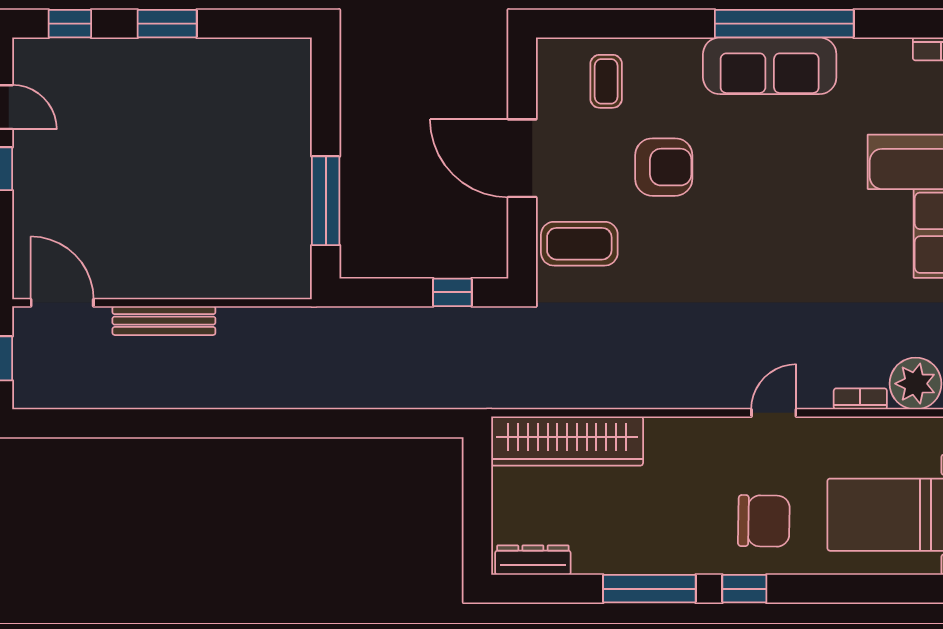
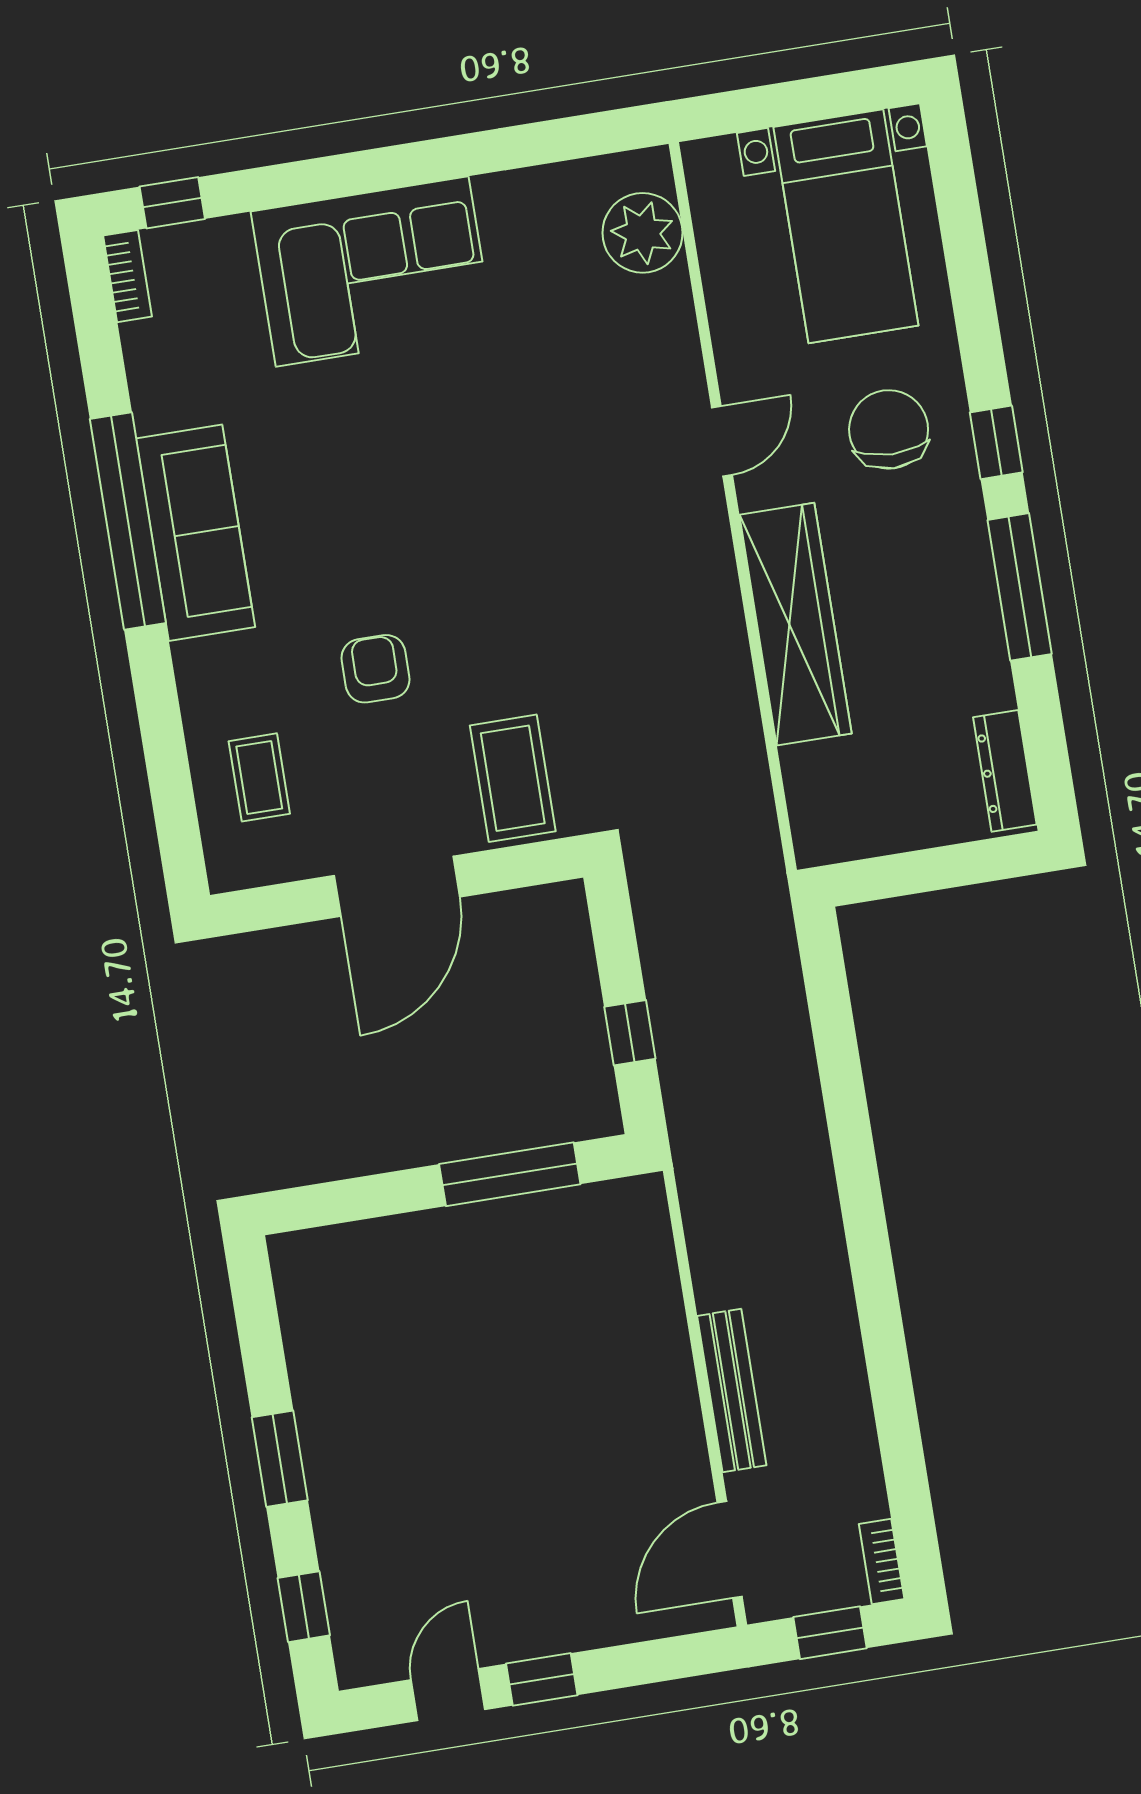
coffee table: (606, 81) -> (259, 777), turned 90
armchair: (664, 167) -> (375, 669), width x0.72, depth x0.72
window: (452, 292) -> (630, 1033), moved
bookcase: (860, 399) -> (882, 1561), moved
door: (774, 413) -> (722, 441), swing flipped
wardrobe: (567, 441) -> (795, 624), moved

